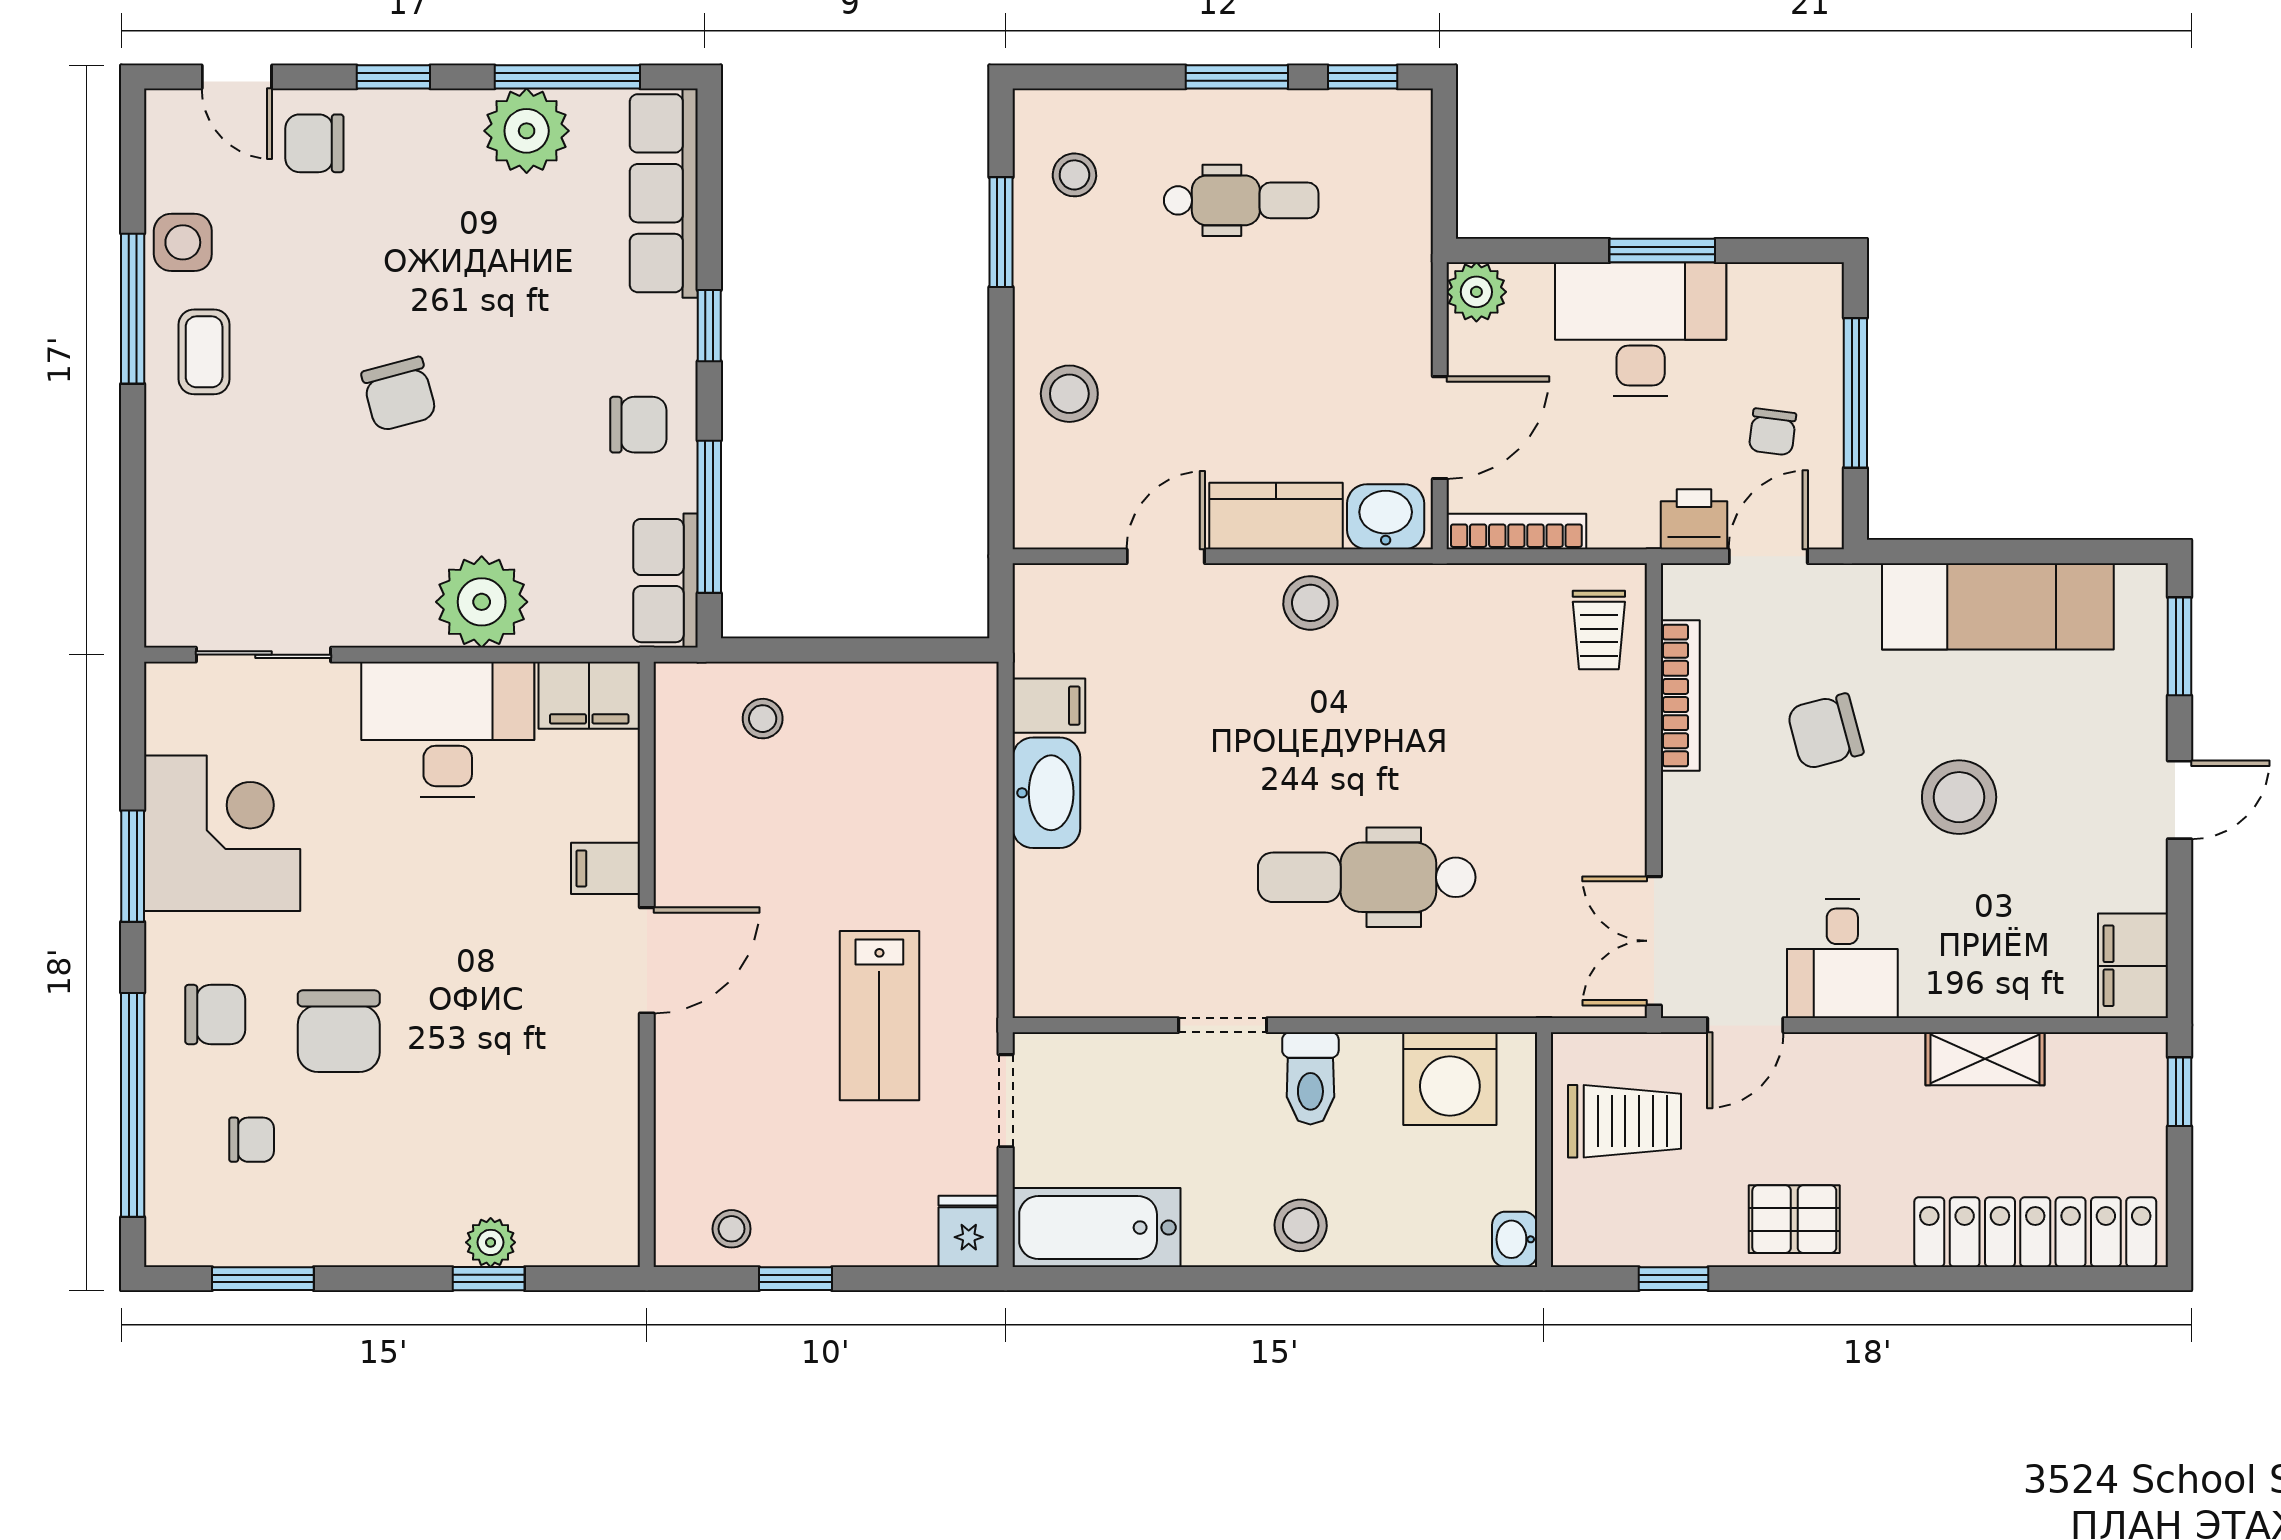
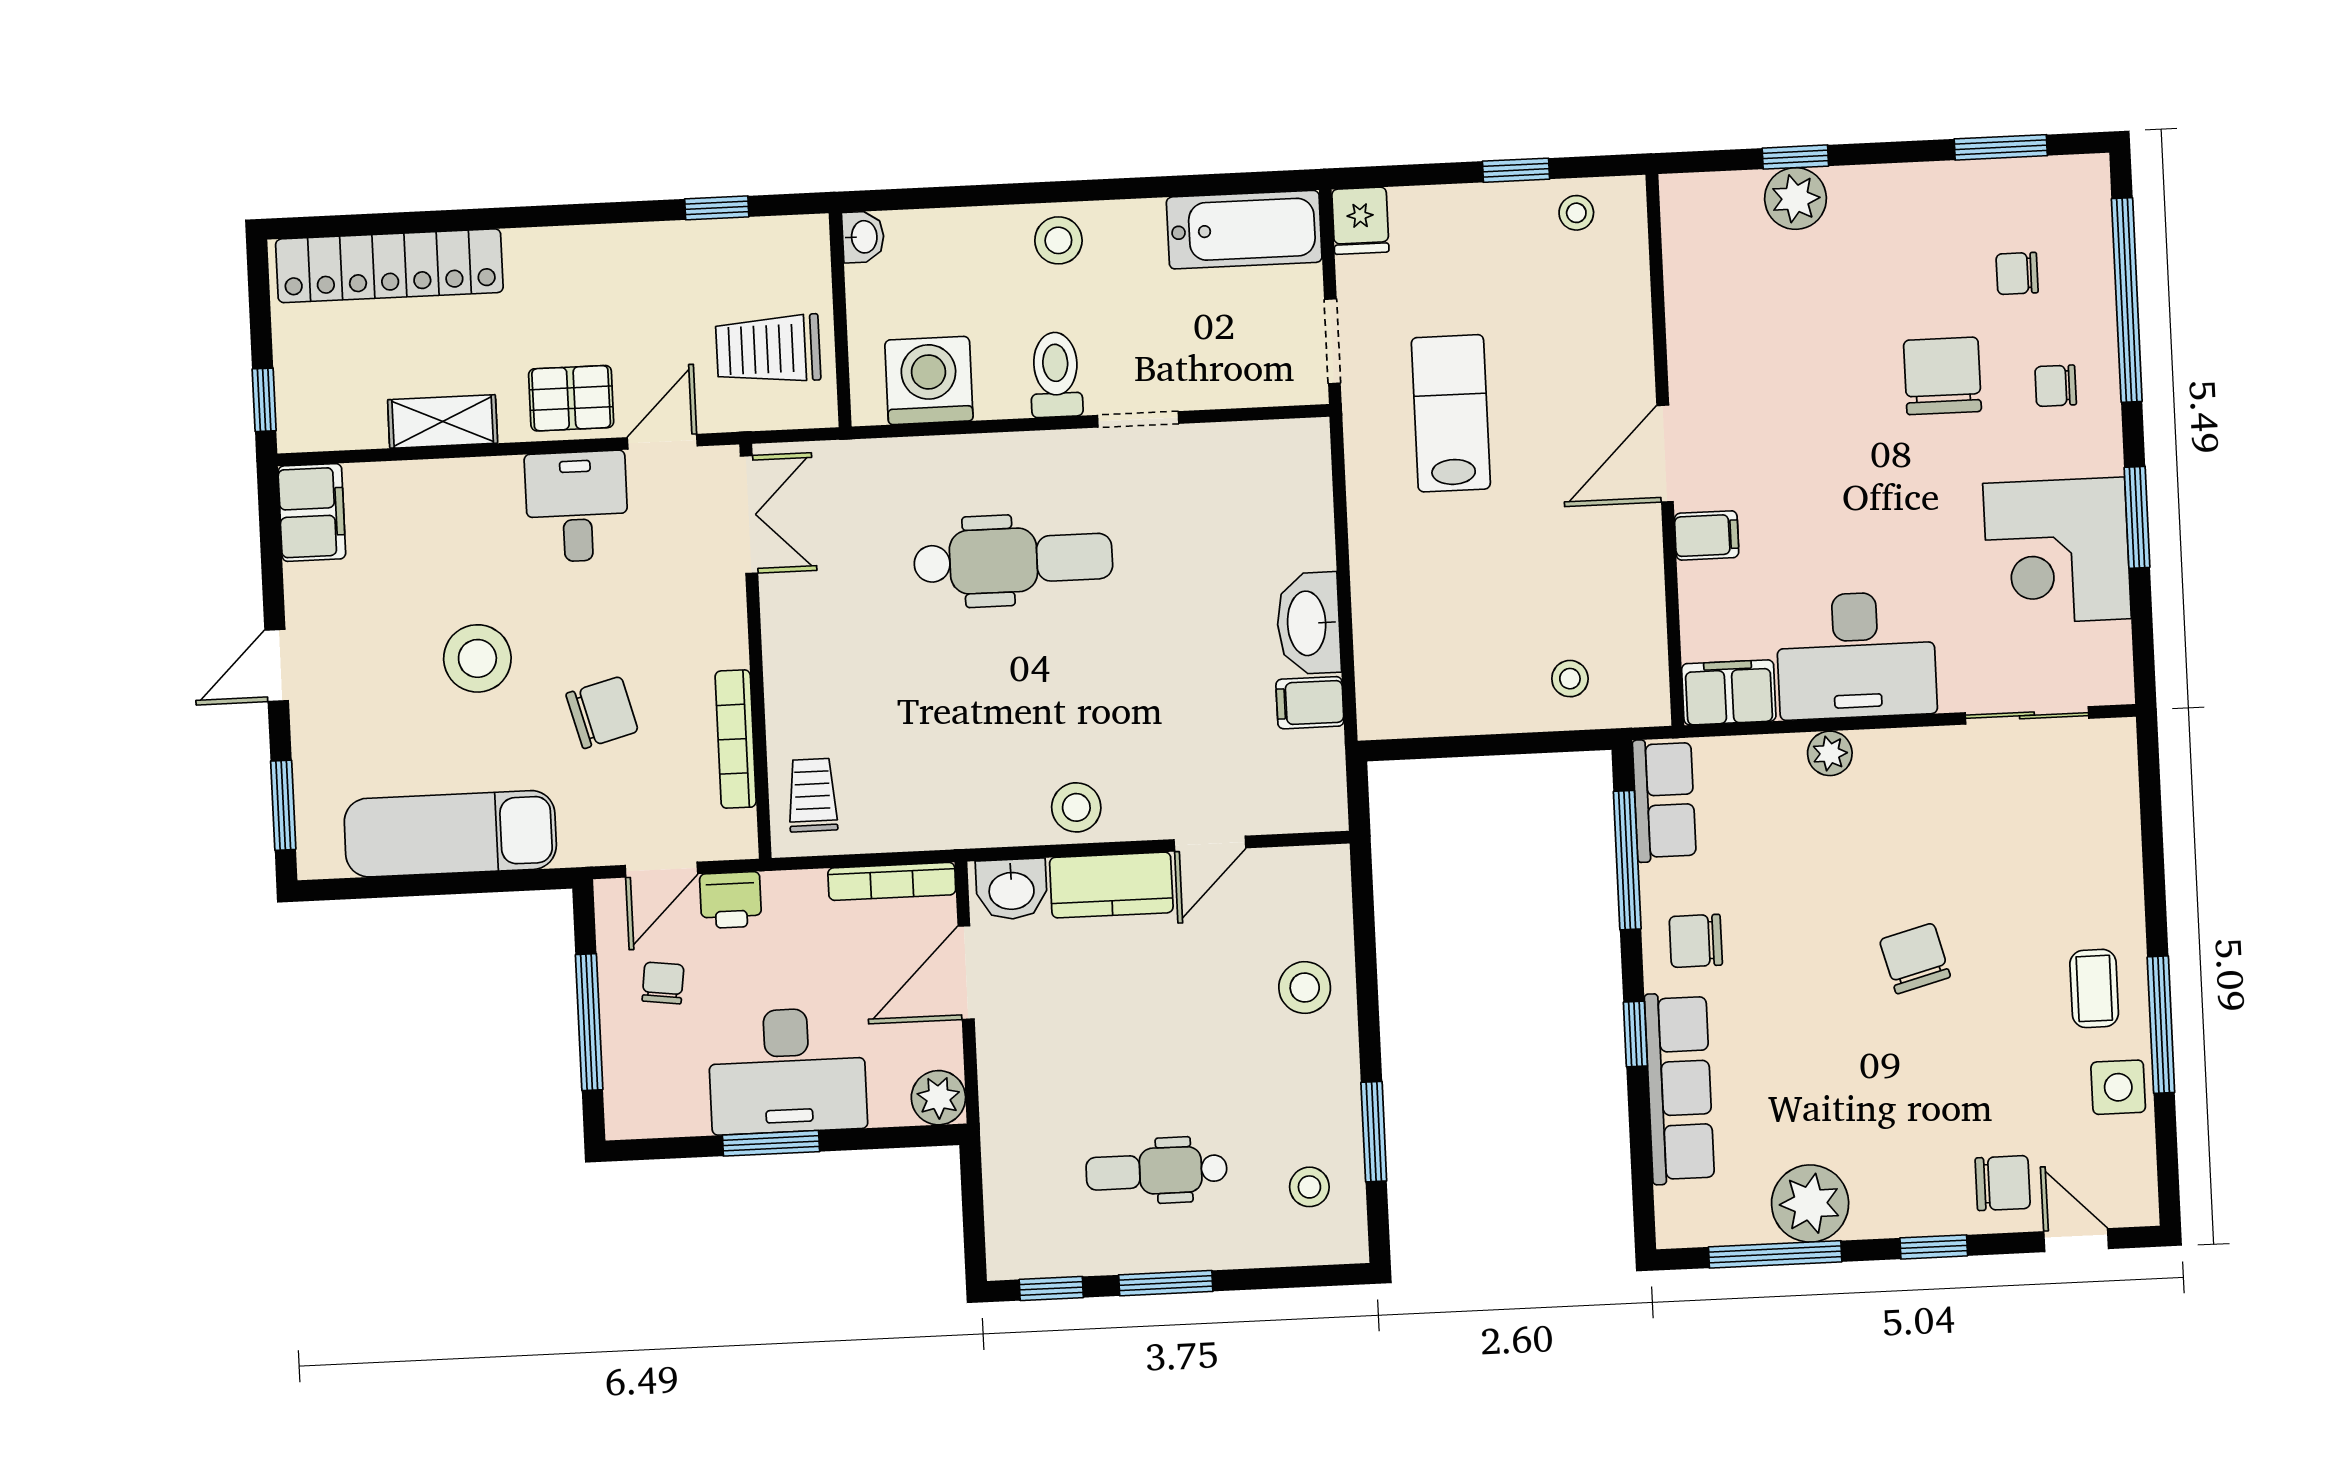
row of seats: (664, 193) -> (1679, 1088), moved
plant: (482, 602) -> (1830, 753), width x0.53, depth x0.53
chair: (215, 1015) -> (2056, 386), width x0.73, depth x0.73
pallet: (1794, 1219) -> (571, 398), moved
plant: (491, 1242) -> (1796, 198), width x1.38, depth x1.38

